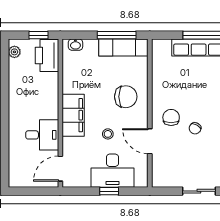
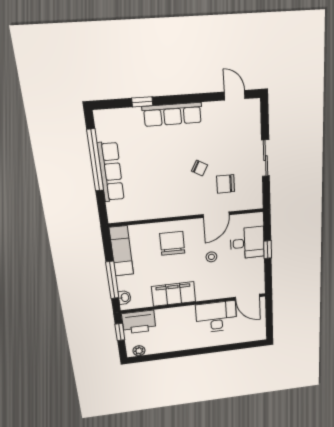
window: (117, 35) -> (112, 280), moved
filing cabinet: (73, 115) -> (174, 294), moved
chair: (171, 117) -> (226, 184), moved
desk: (42, 135) -> (216, 317), width x1.37
desk: (112, 171) -> (247, 243), width x0.73

